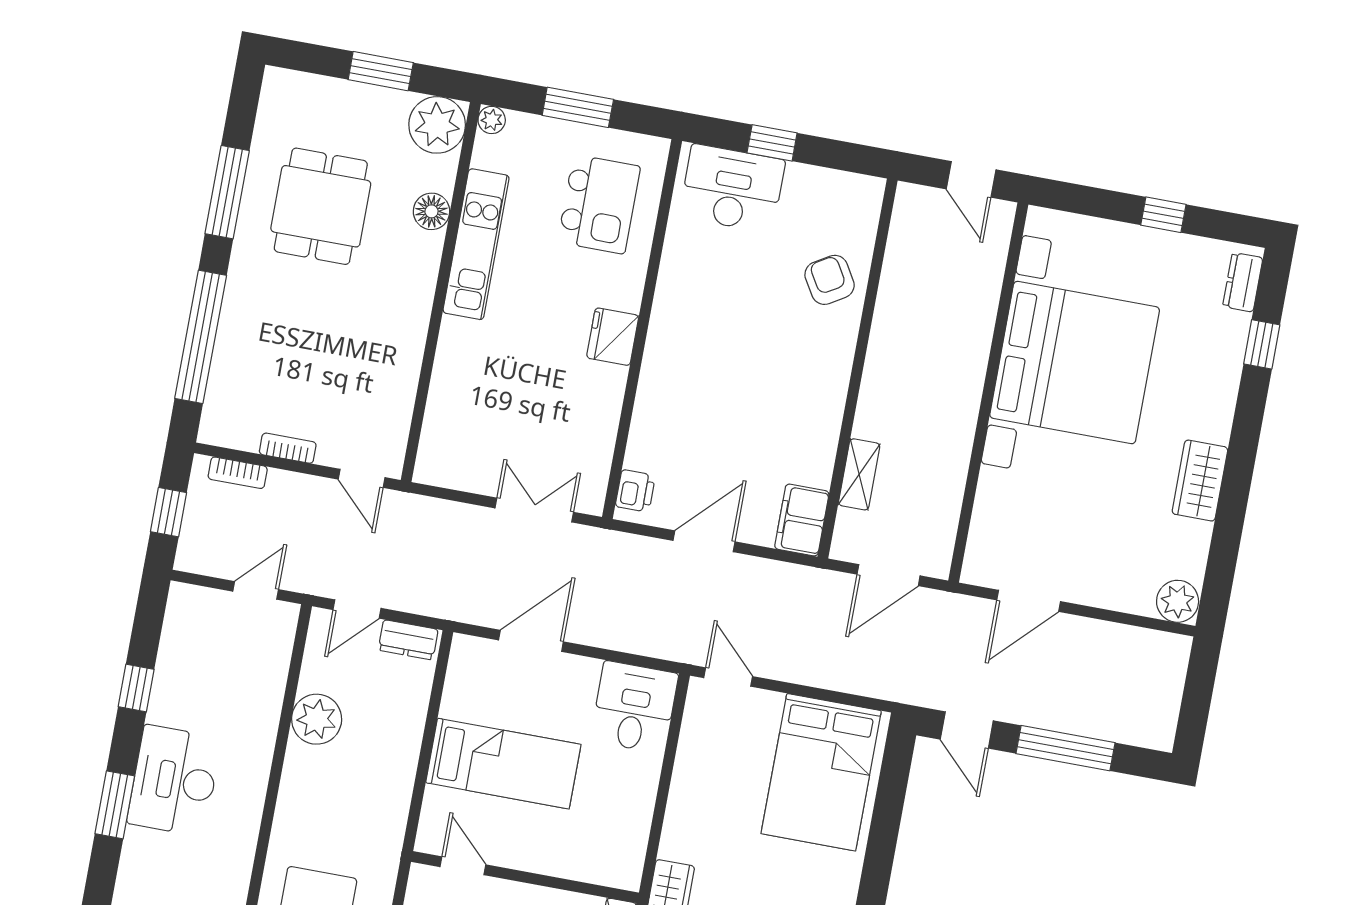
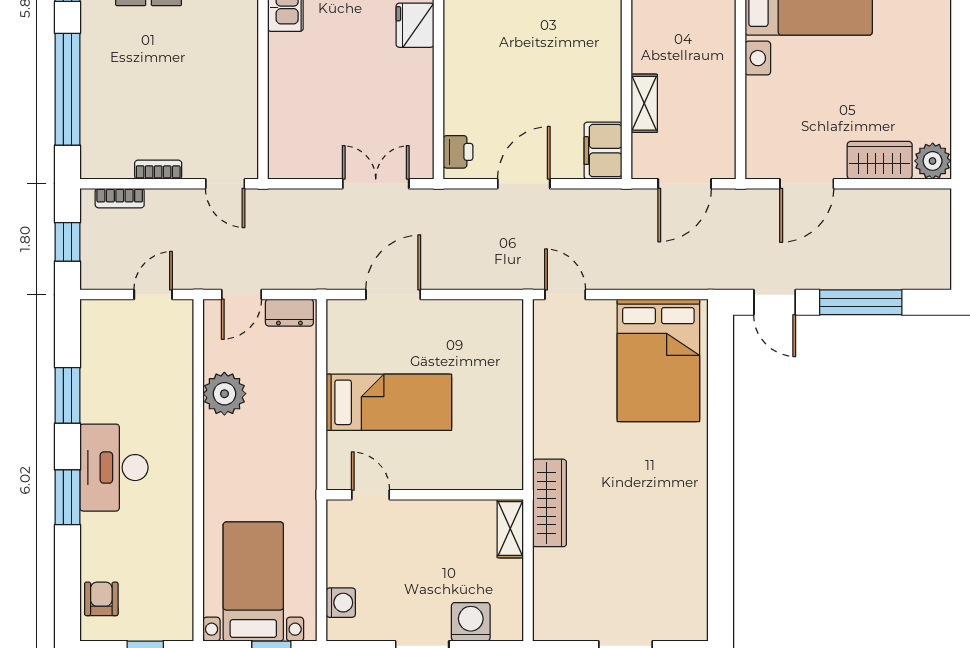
wardrobe: (1200, 481) -> (880, 160), moved, turned 90
window: (136, 688) -> (67, 395), width x1.50
desk: (634, 707) -> (491, 334), removed

